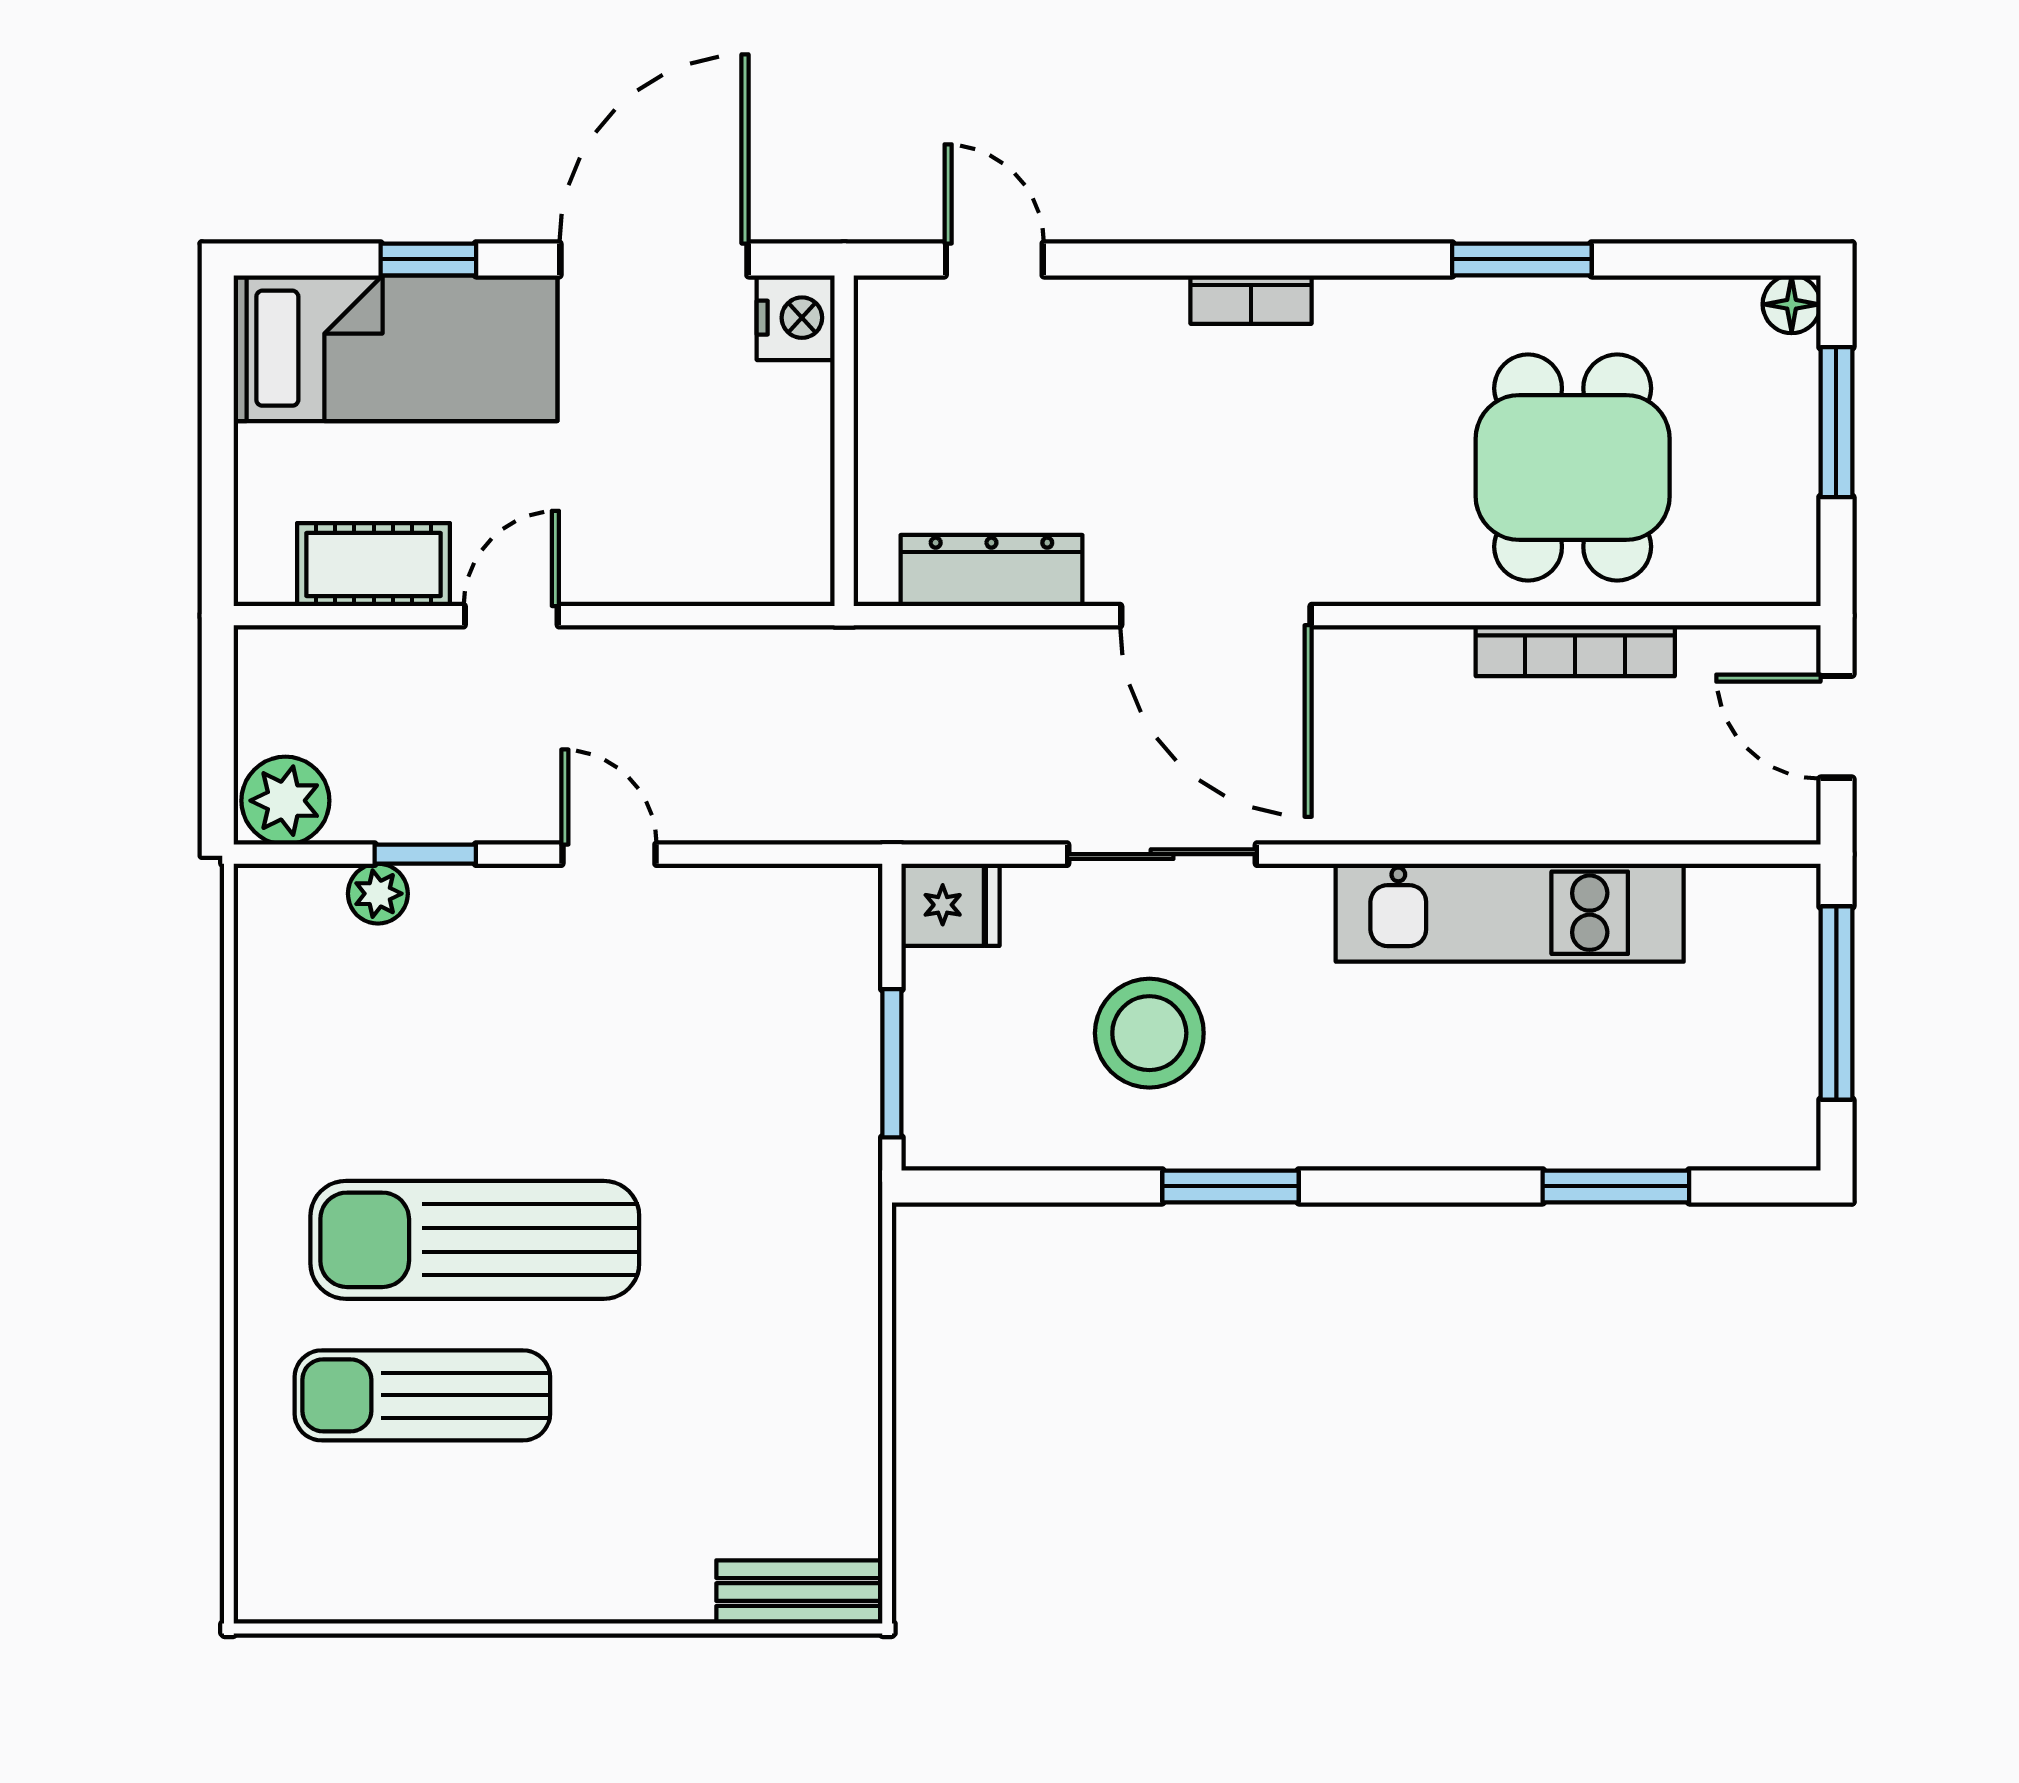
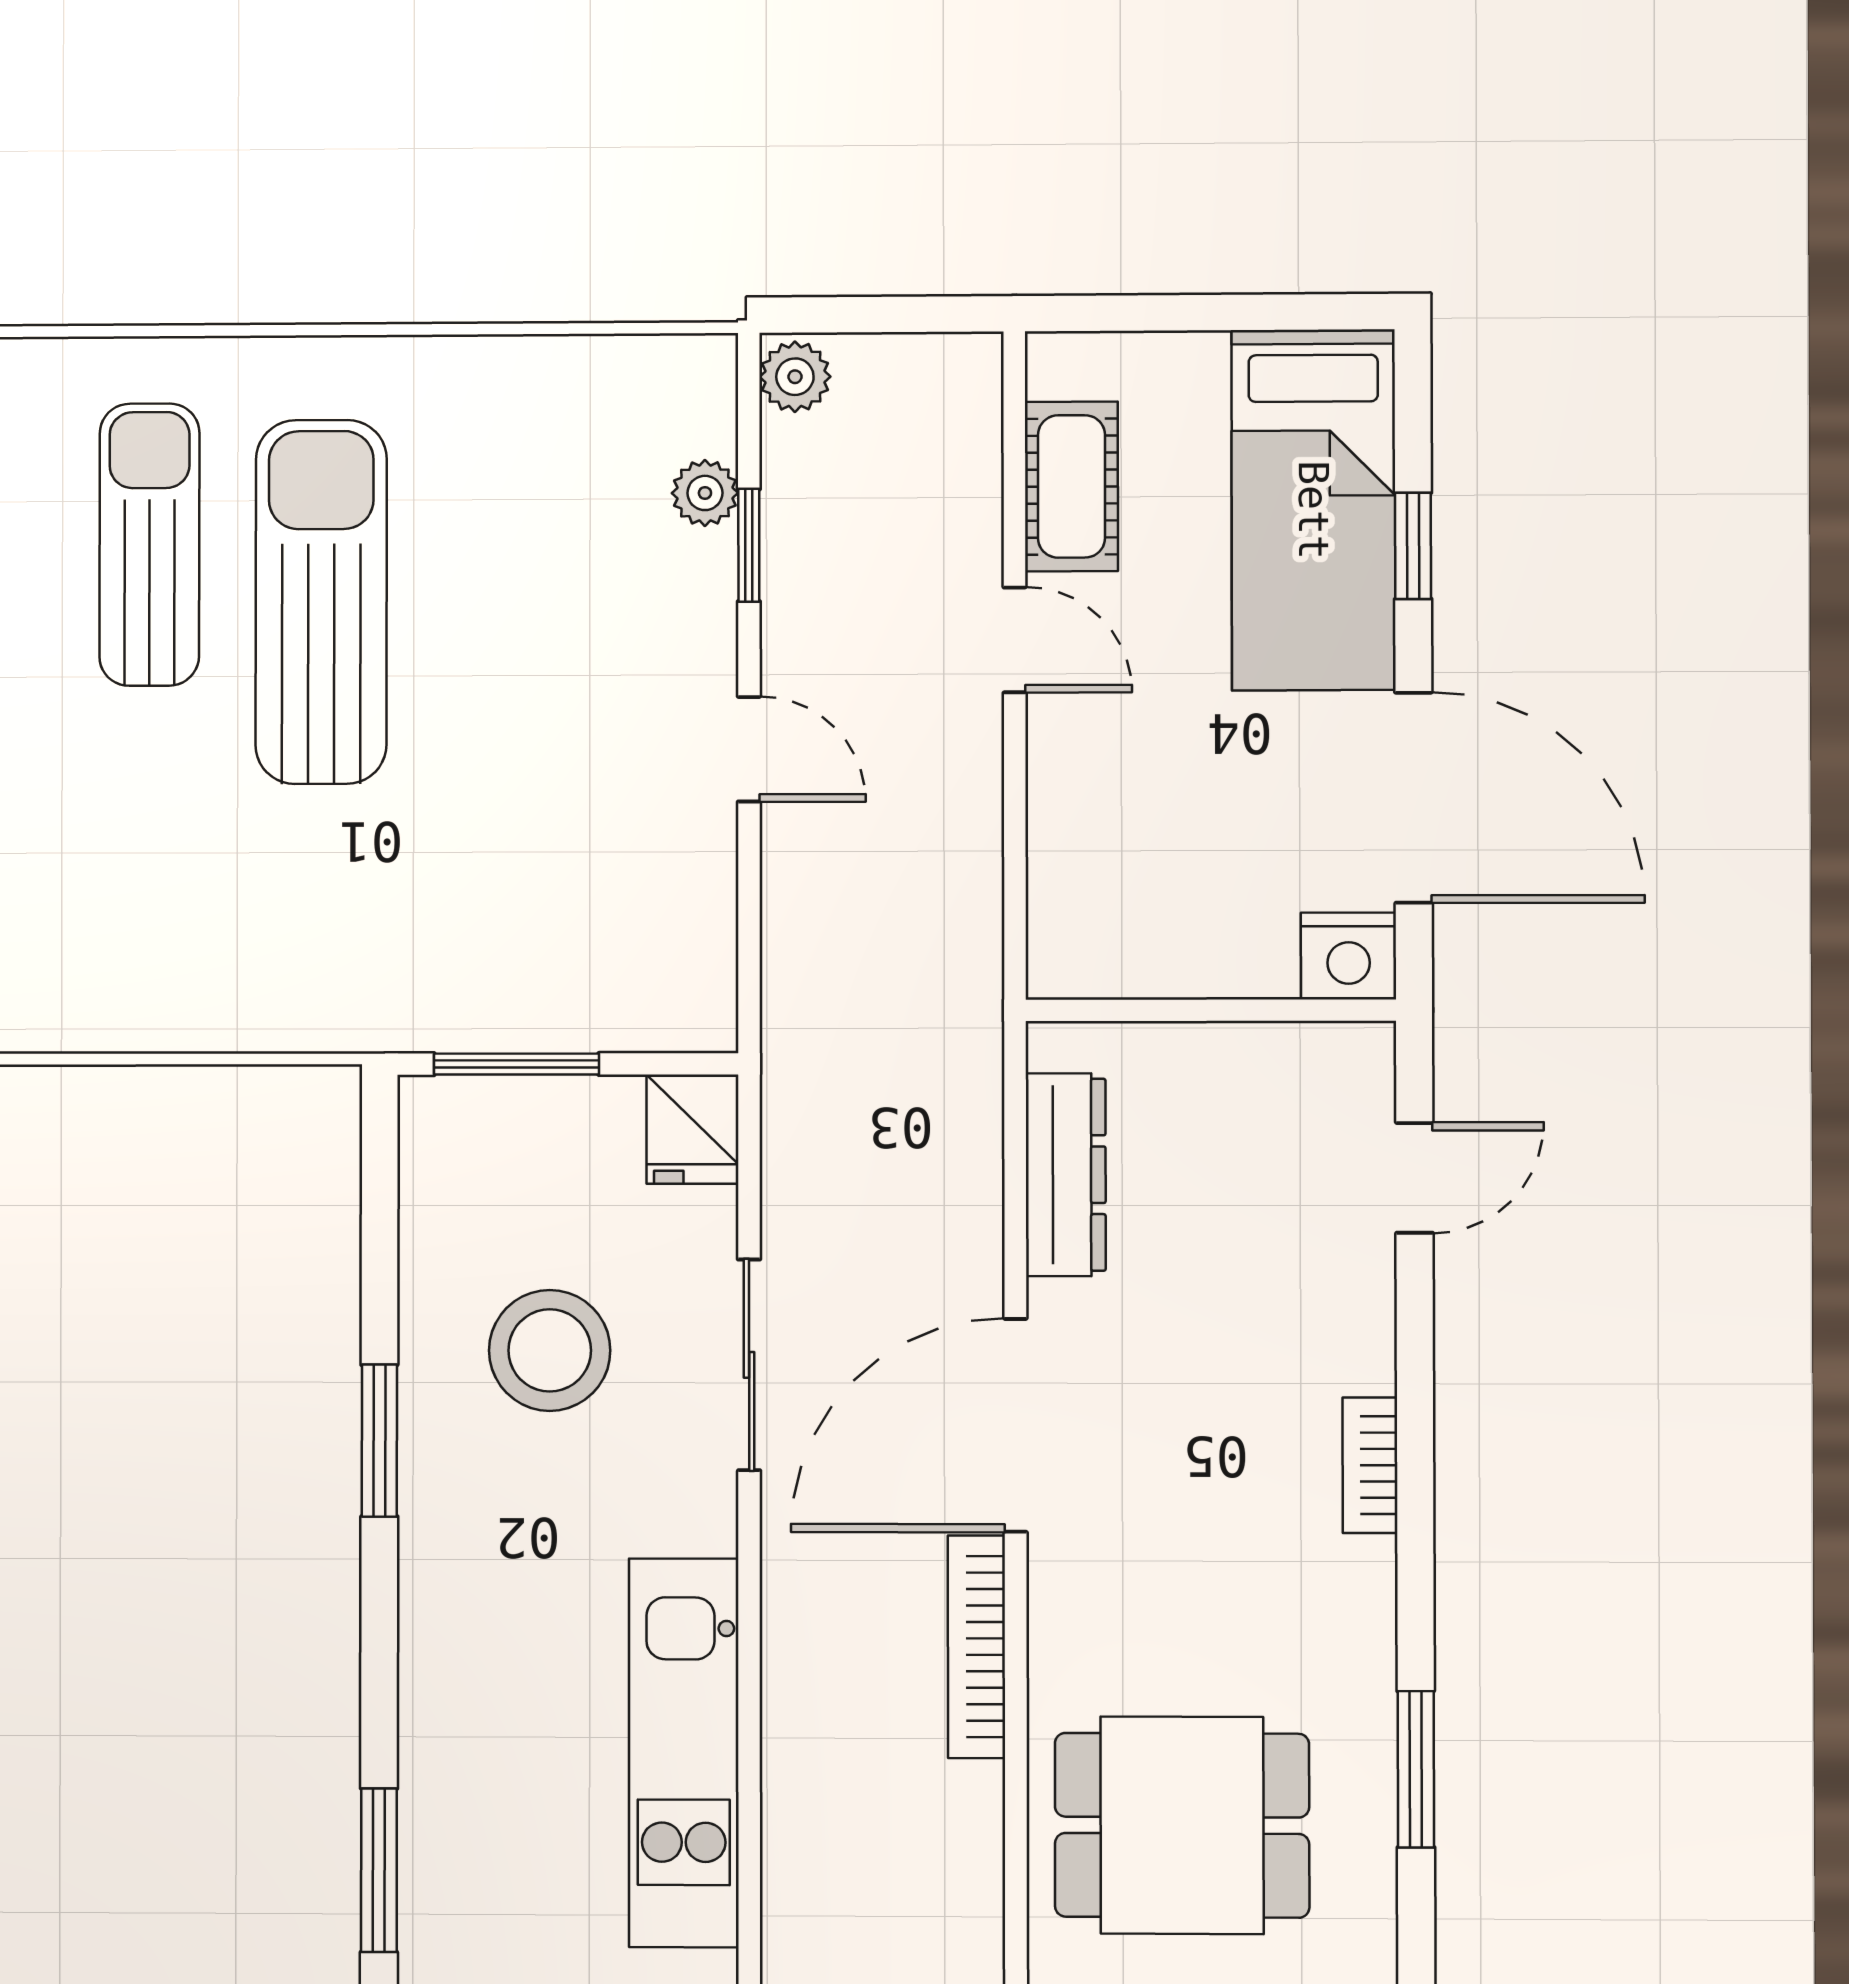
bookcase: (1575, 651) -> (976, 1647), moved
plant: (285, 801) -> (795, 377), width x0.73, depth x0.73
door: (609, 854) -> (749, 749), hinge flipped

